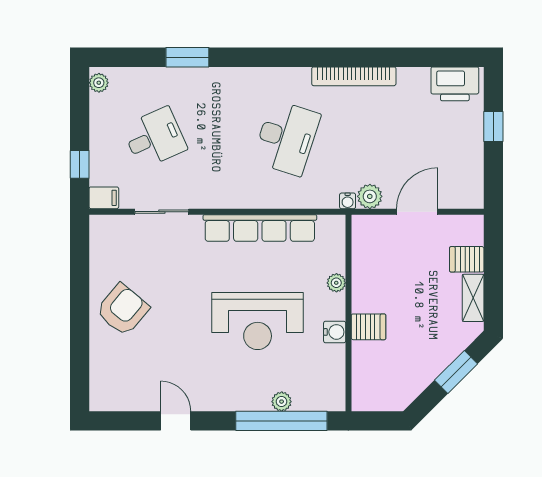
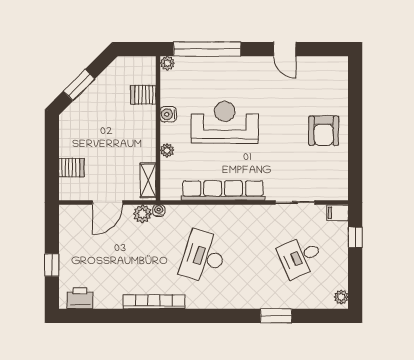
printer: (455, 84) -> (80, 298), width x0.73, depth x0.84
shelving: (473, 298) -> (148, 180), moved
armchair: (123, 310) -> (324, 131), turned -40
server rack: (369, 327) -> (143, 95), moved
plant: (282, 402) -> (167, 63), moved

